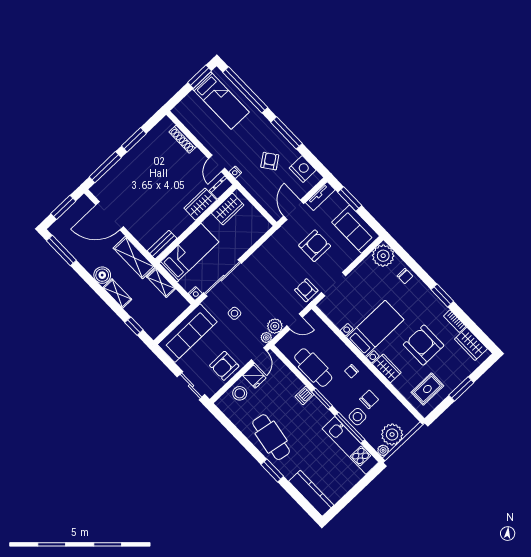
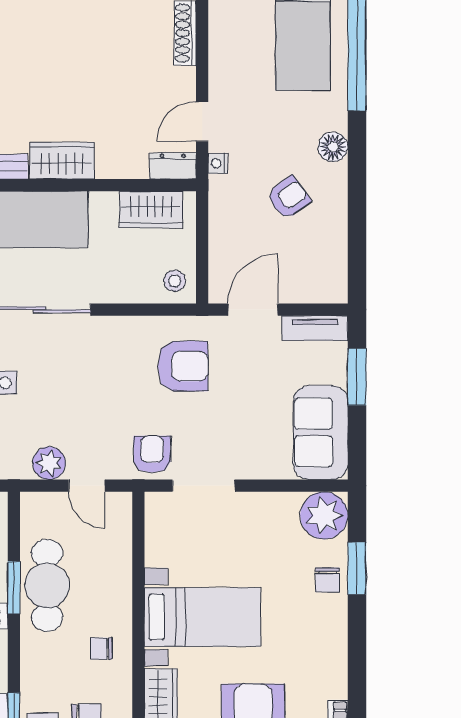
floor lamp: (268, 130) -> (333, 147), added
window: (286, 133) -> (357, 178), removed
nightstand: (303, 169) -> (328, 259), removed
wardrobe: (200, 204) -> (62, 161), moved
stool: (258, 225) -> (175, 281), added
armchair: (315, 246) -> (183, 366), moved
window: (442, 295) -> (357, 568), moved
plant: (266, 337) -> (19, 468), removed
window: (322, 399) -> (14, 588), moved

